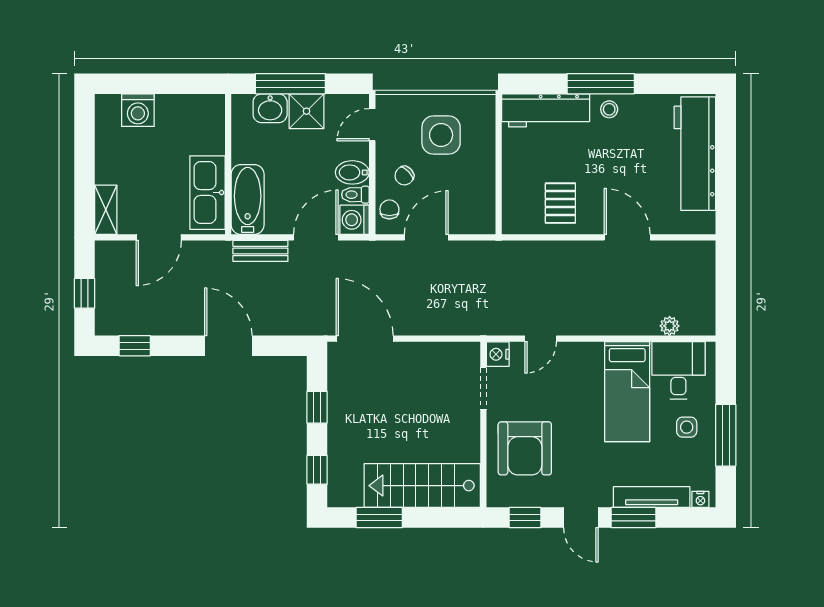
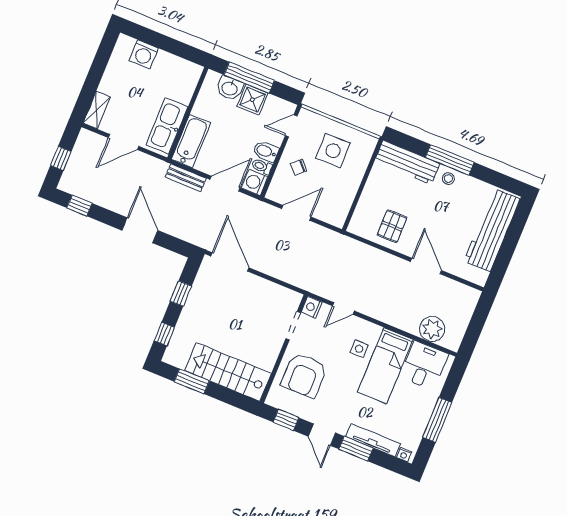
chair: (389, 209) -> (280, 185), removed
plant: (670, 326) -> (432, 329), width x1.88, depth x1.88
side table: (687, 427) -> (359, 349), moved

